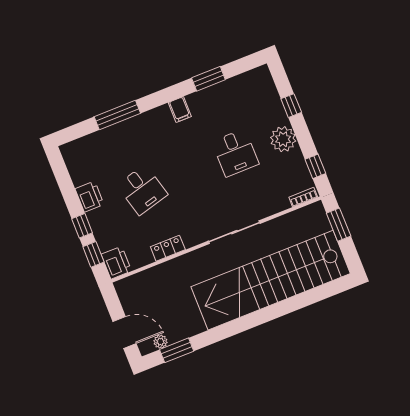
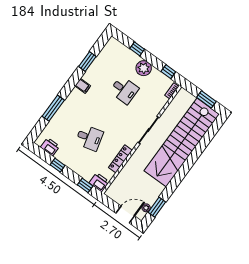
printer: (90, 197) -> (50, 147), moved
window: (339, 225) -> (206, 99), moved
window: (82, 226) -> (58, 165), moved
locker: (168, 248) -> (120, 159), width x1.53

